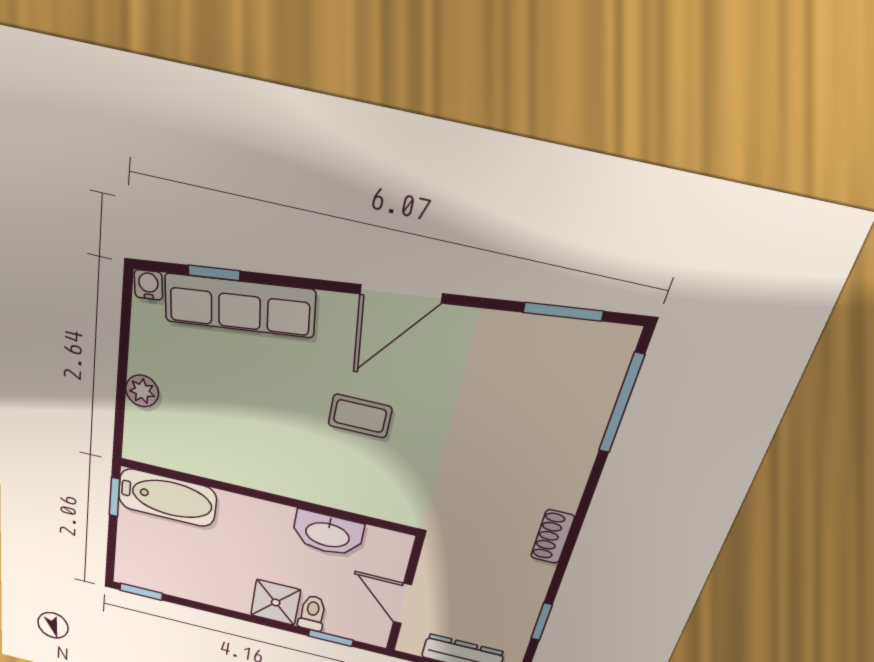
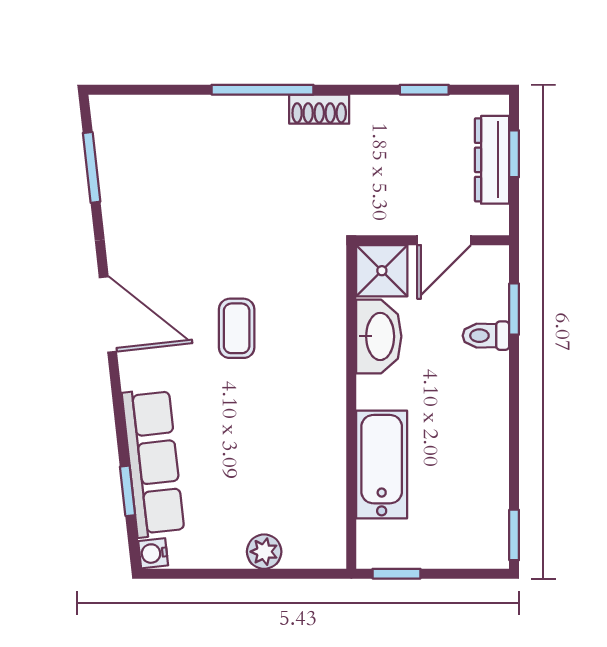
window: (621, 404) -> (262, 90), moved
bathtub: (167, 498) -> (382, 465), moved
shower: (276, 602) -> (382, 271), moved

